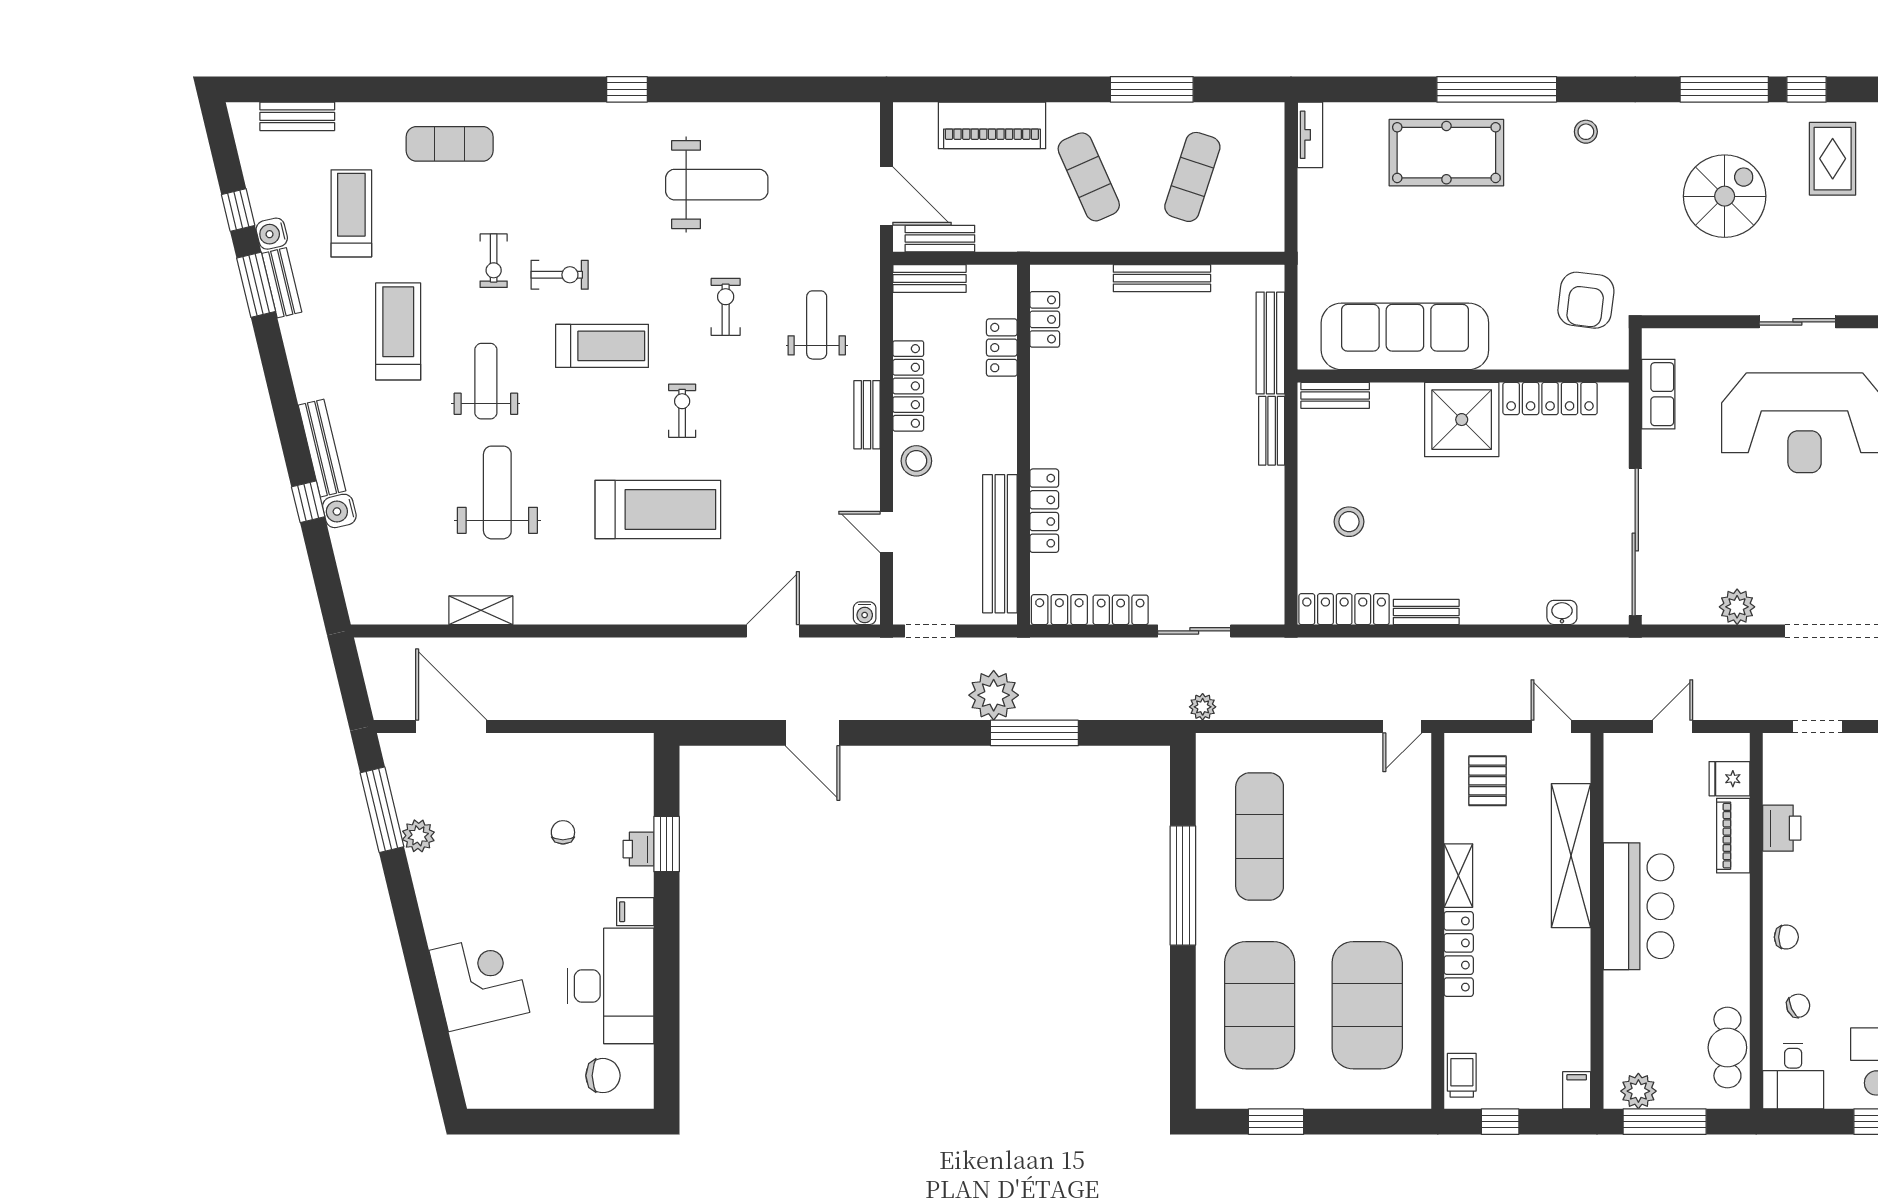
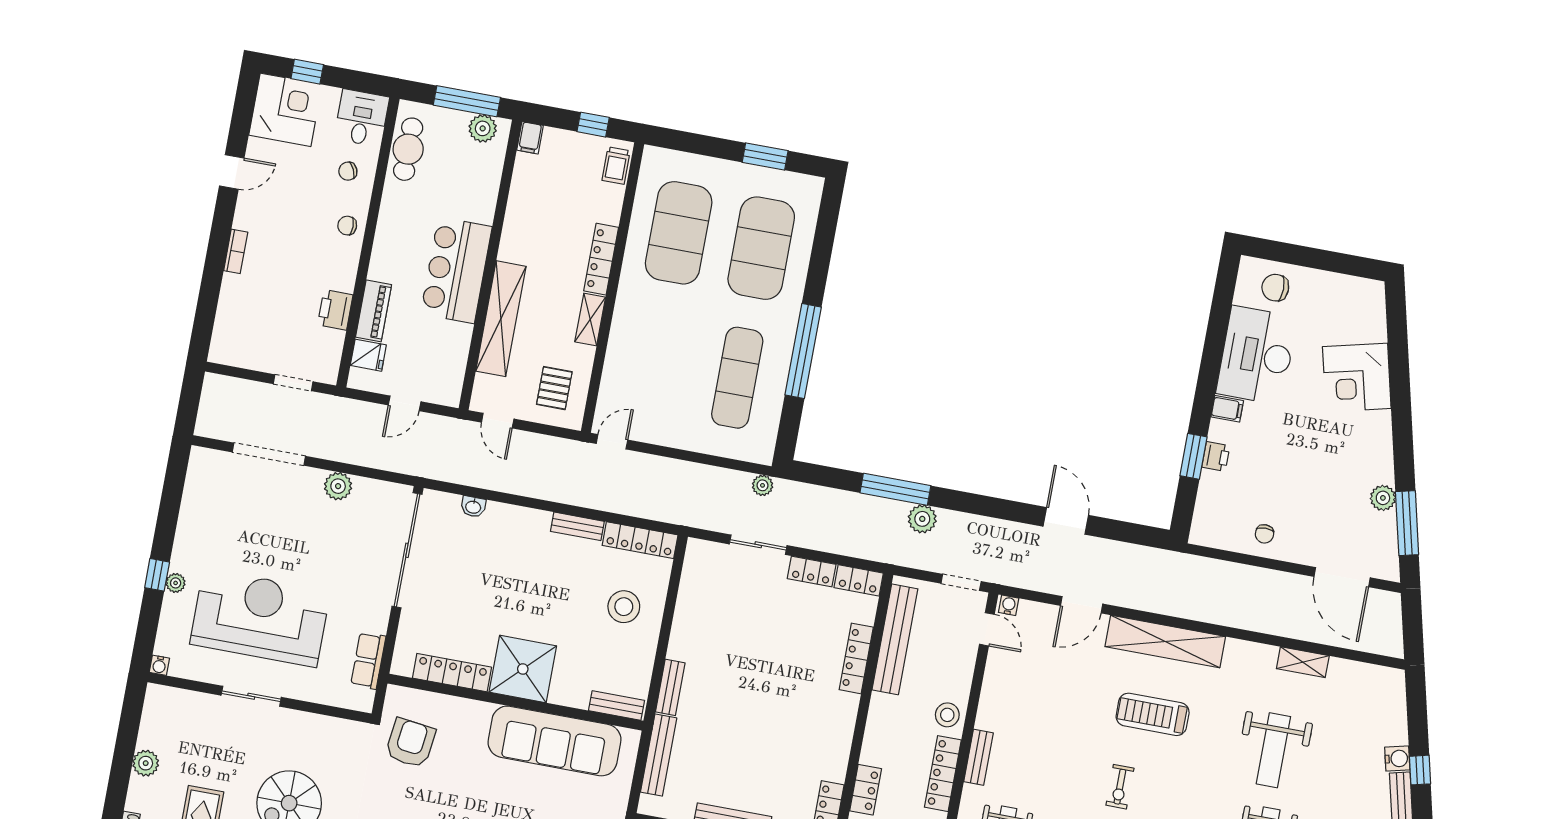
treadmill: (658, 509) -> (1153, 714), width x0.73, depth x0.73
stool: (1349, 522) -> (624, 607), width x1.38, depth x1.38
door: (886, 532) -> (987, 629), moved
shelving: (659, 604) -> (1165, 642), added
plant: (994, 695) -> (922, 519), width x0.73, depth x0.73
chair: (563, 832) -> (1264, 534), moved

